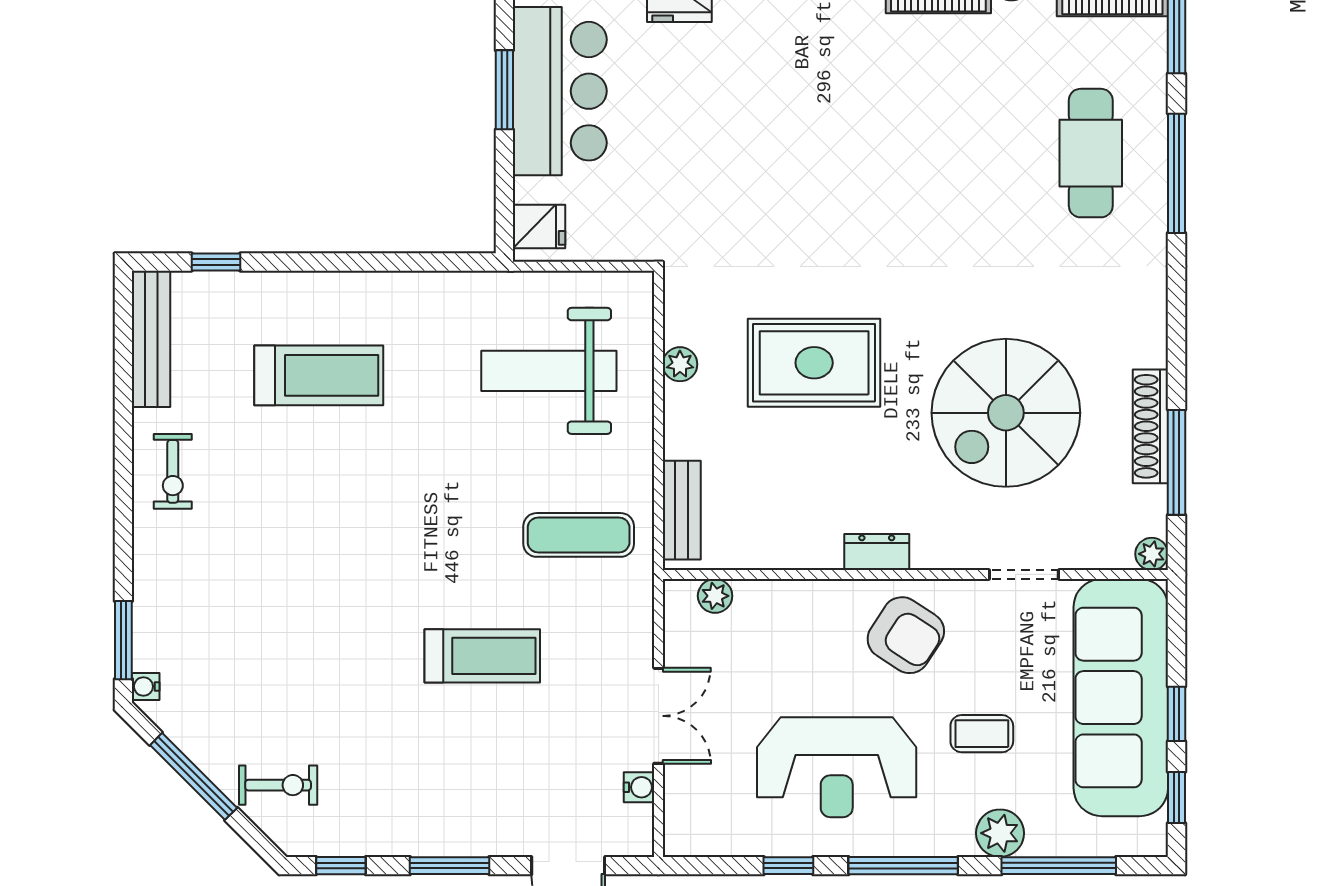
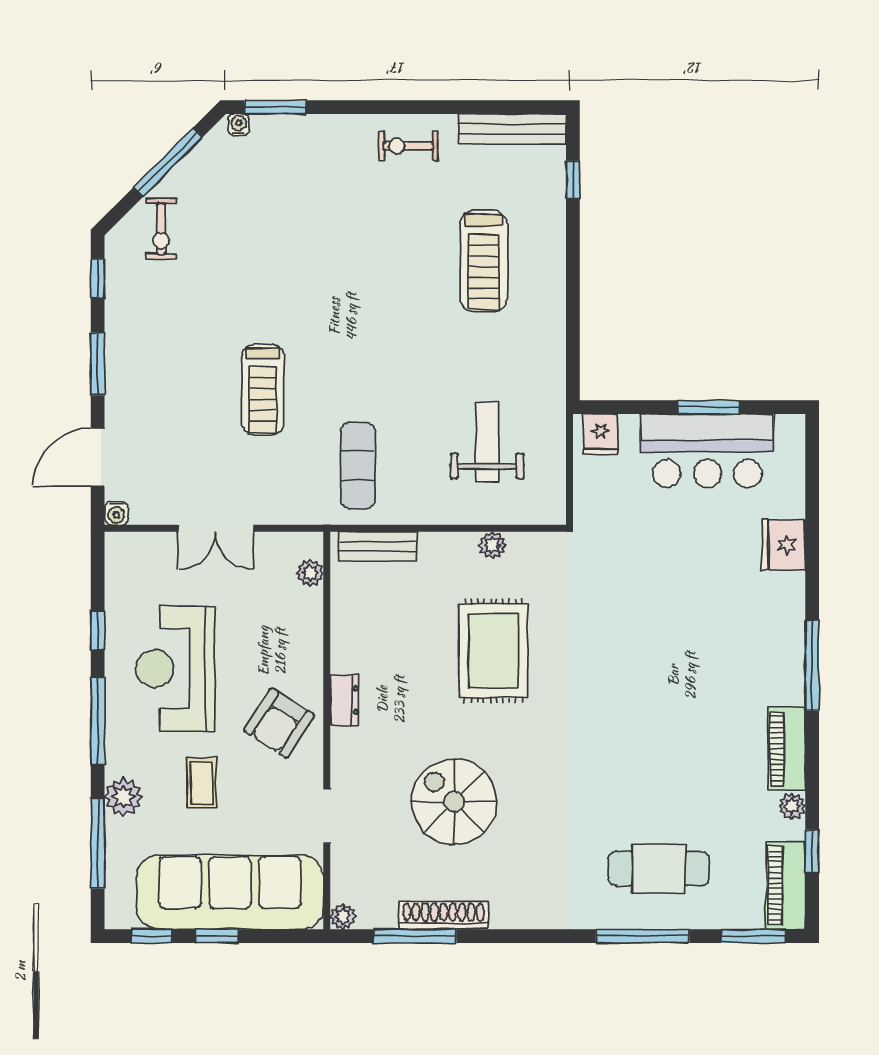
weight bench: (549, 371) -> (487, 442), width x0.73, depth x0.75
spiral stairs: (1006, 413) -> (454, 802), width x0.73, depth x0.73
water cooler: (639, 787) -> (116, 513), moved

